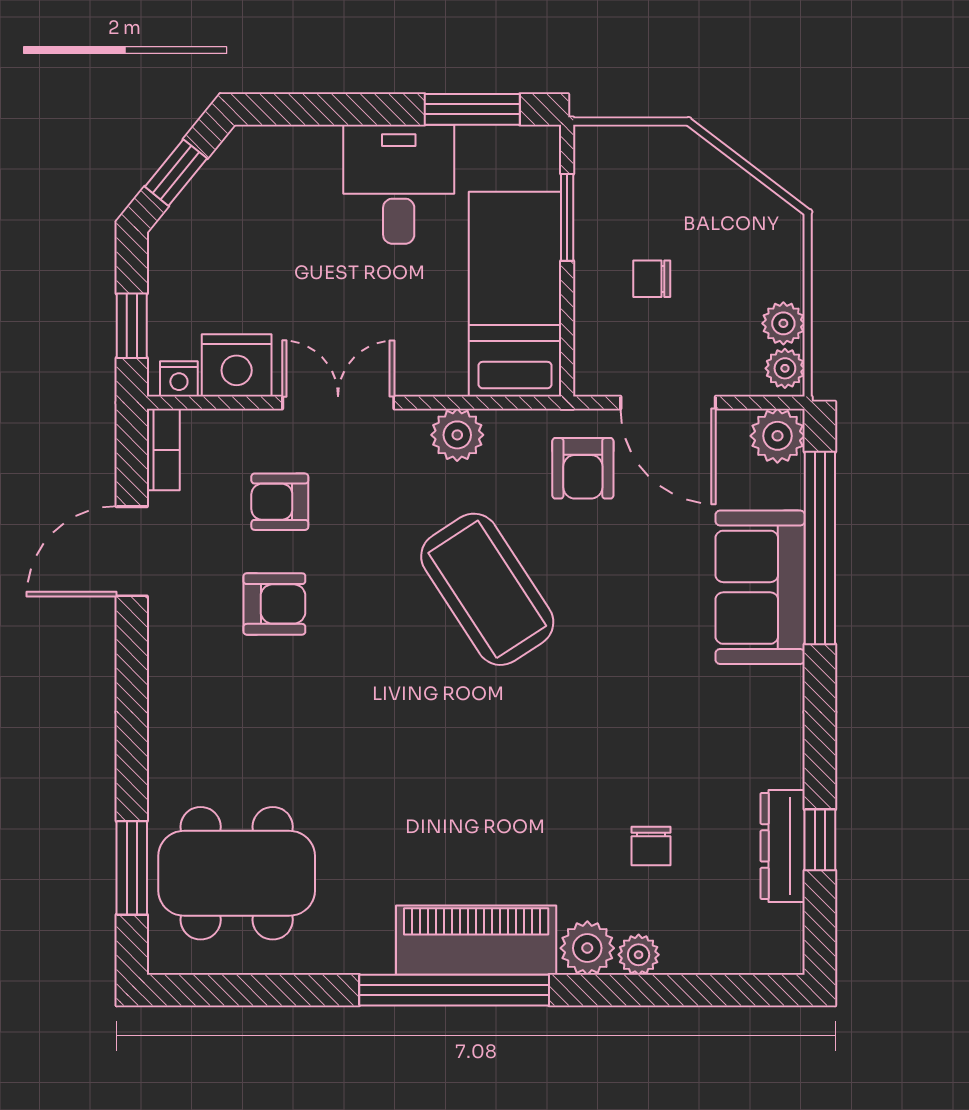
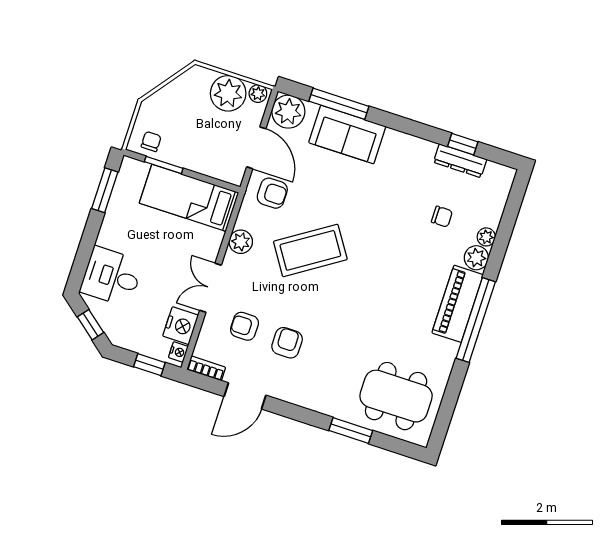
desk: (399, 184) -> (112, 277), moved
chair: (652, 279) -> (151, 141), moved, turned 180
plant: (783, 323) -> (228, 93), width x1.88, depth x1.88
door: (668, 403) -> (256, 148), hinge flipped
plant: (777, 436) -> (288, 112), width x1.36, depth x1.36
armchair: (280, 502) -> (244, 326), turned 90
window: (820, 548) -> (339, 104), width x0.68
door: (132, 551) -> (245, 396), hinge flipped
window: (132, 868) -> (351, 430), moved
dining table: (237, 873) -> (396, 396), turned 90

